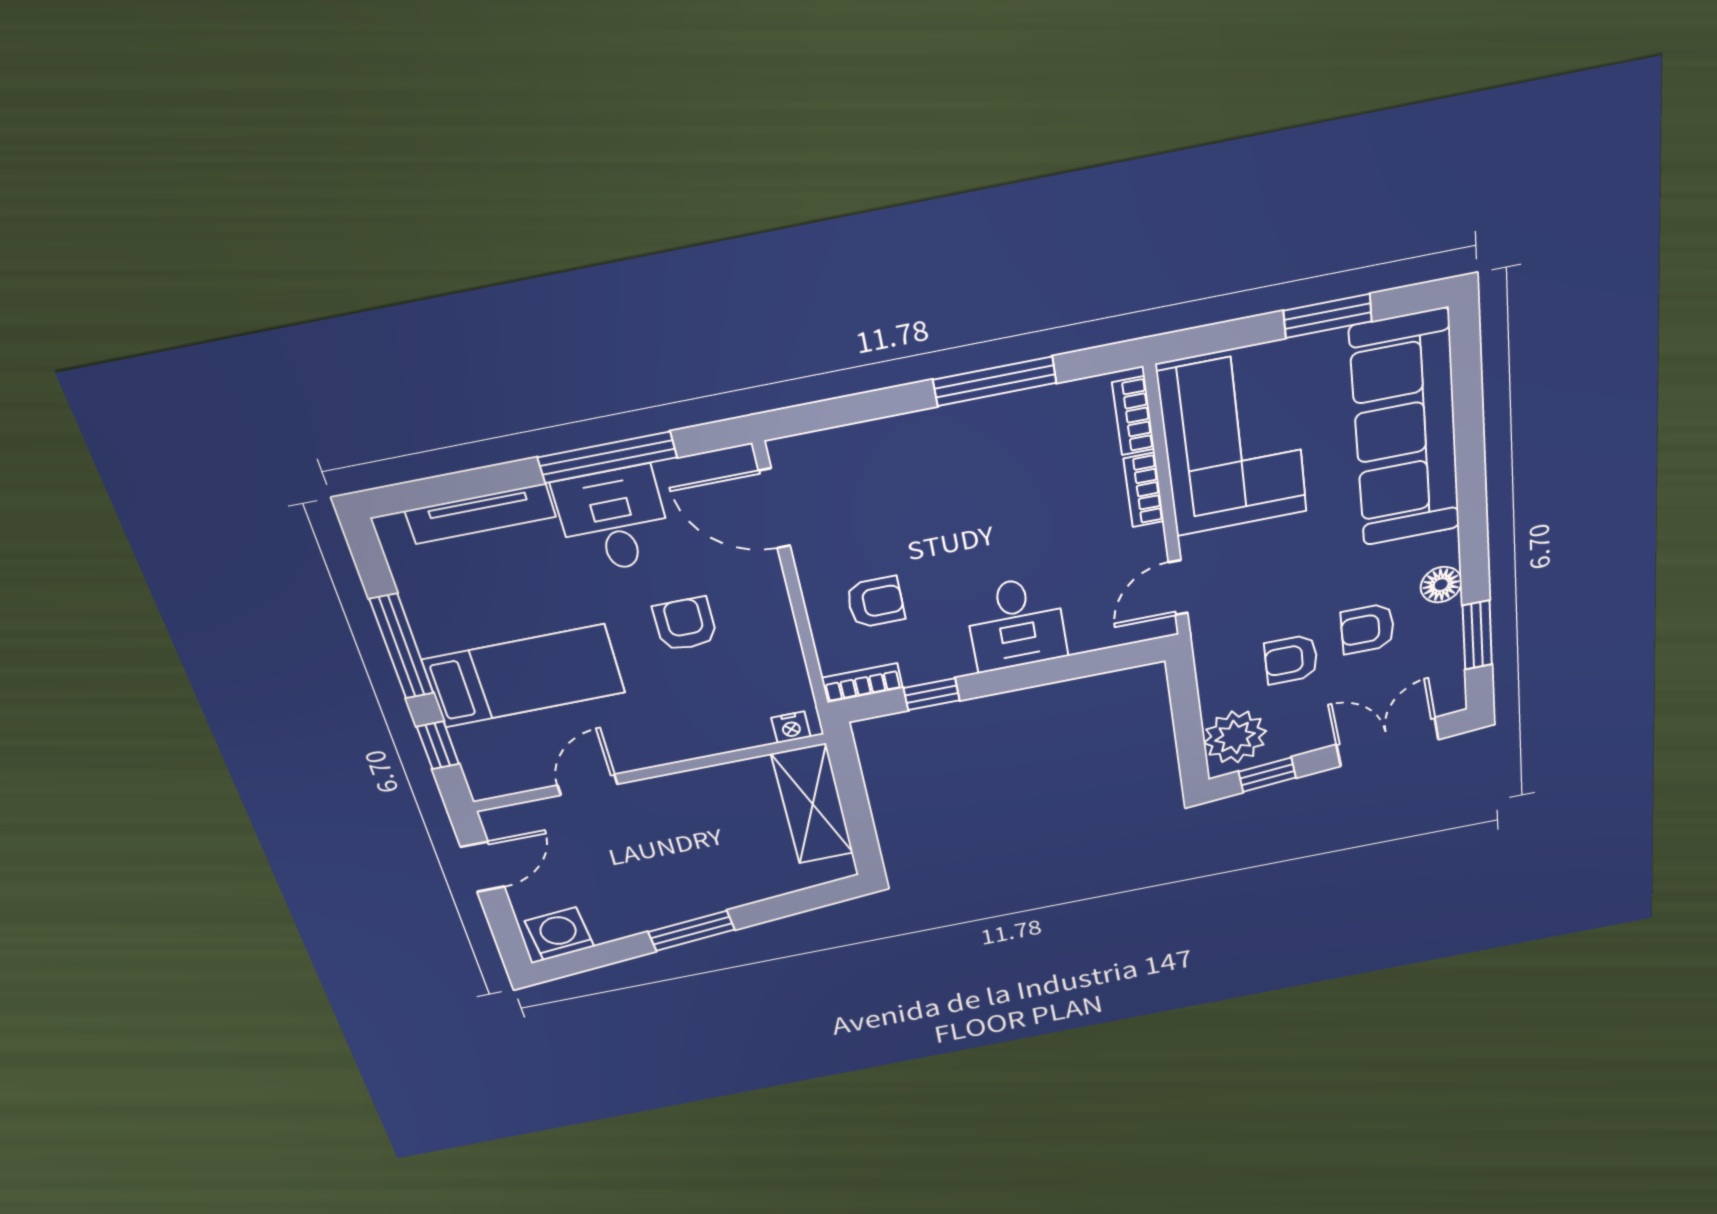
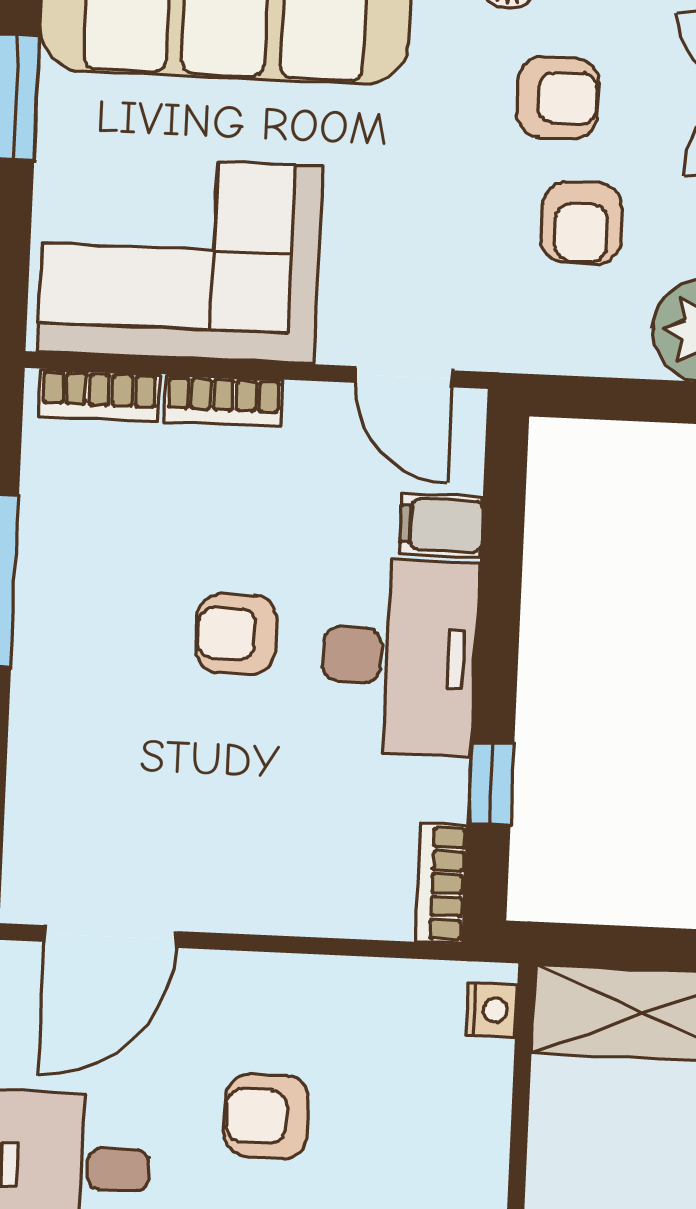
armchair: (875, 602) -> (236, 634), moved, turned -90
desk: (1016, 624) -> (399, 657), width x1.37
armchair: (1367, 629) -> (558, 98), turned -90
filing cabinet: (1088, 630) -> (441, 525), added

